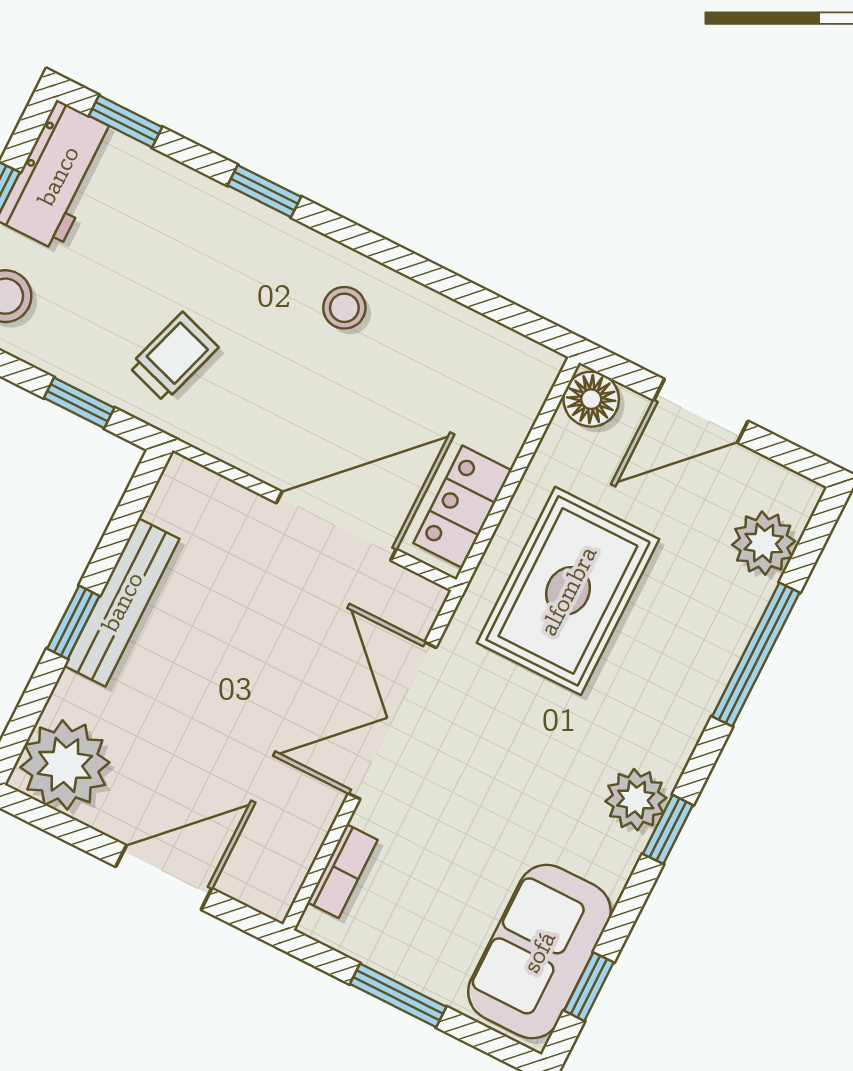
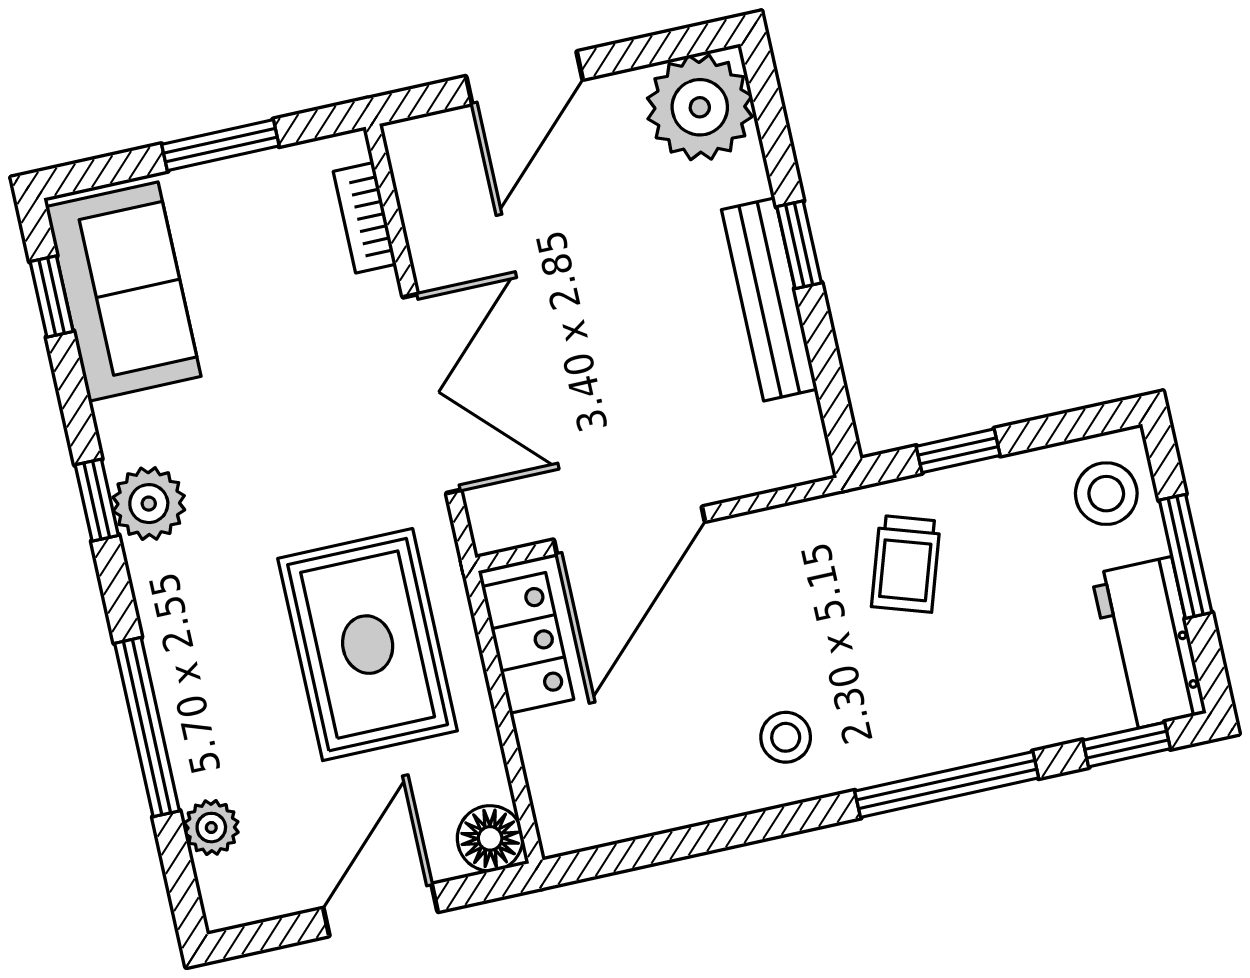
window: (264, 191) -> (947, 784), width x2.17
plant: (764, 543) -> (211, 828), width x0.73, depth x0.73

